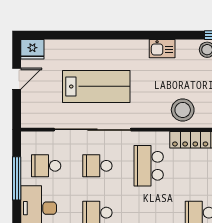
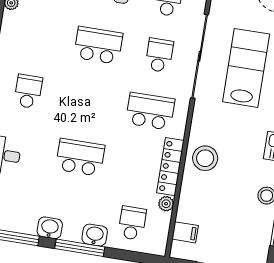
lab bench: (96, 86) -> (246, 68), turned 180

